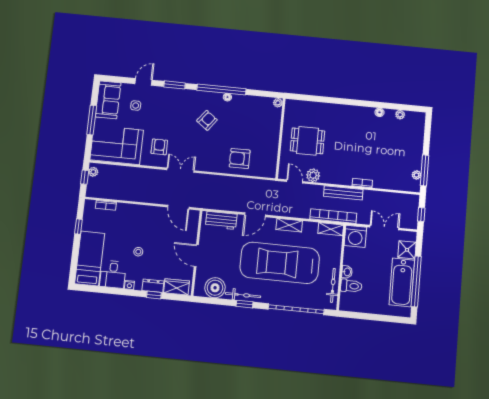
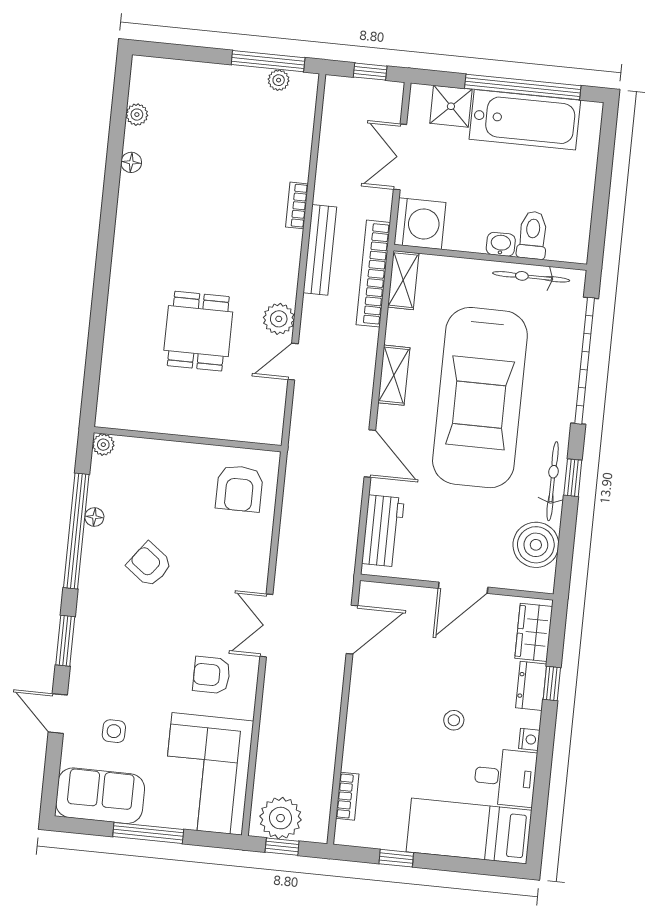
plant: (278, 103) -> (103, 445), moved
wall: (280, 138) -> (188, 439), moved
plant: (93, 172) -> (281, 818), width x1.87, depth x1.87

